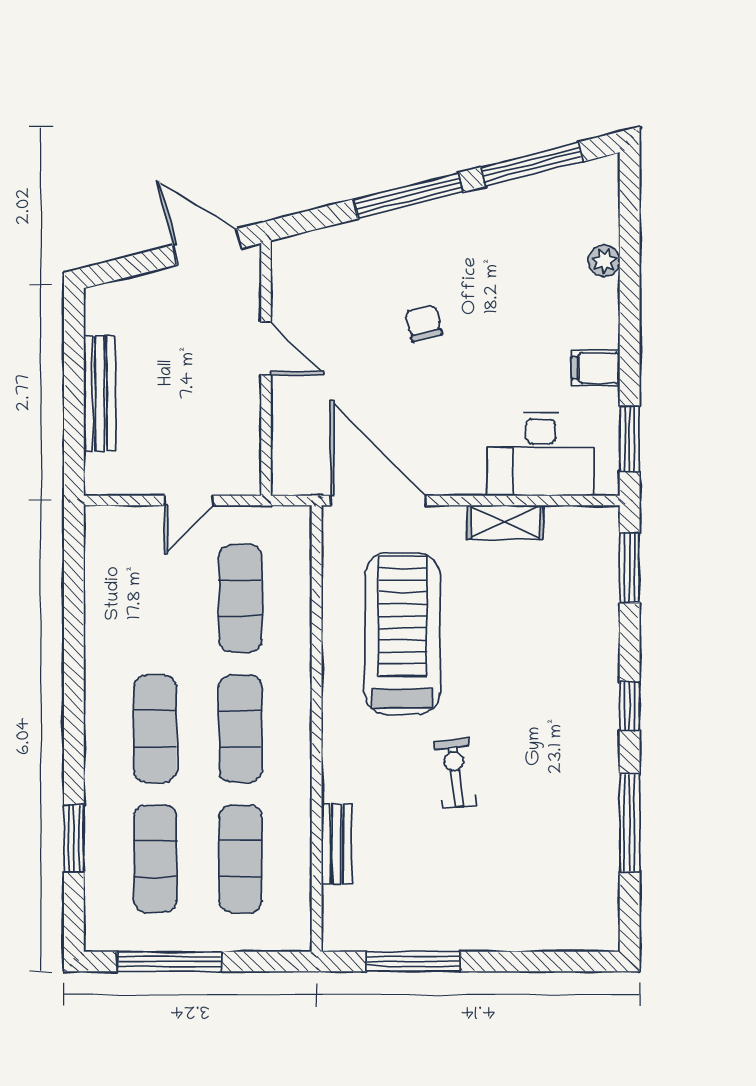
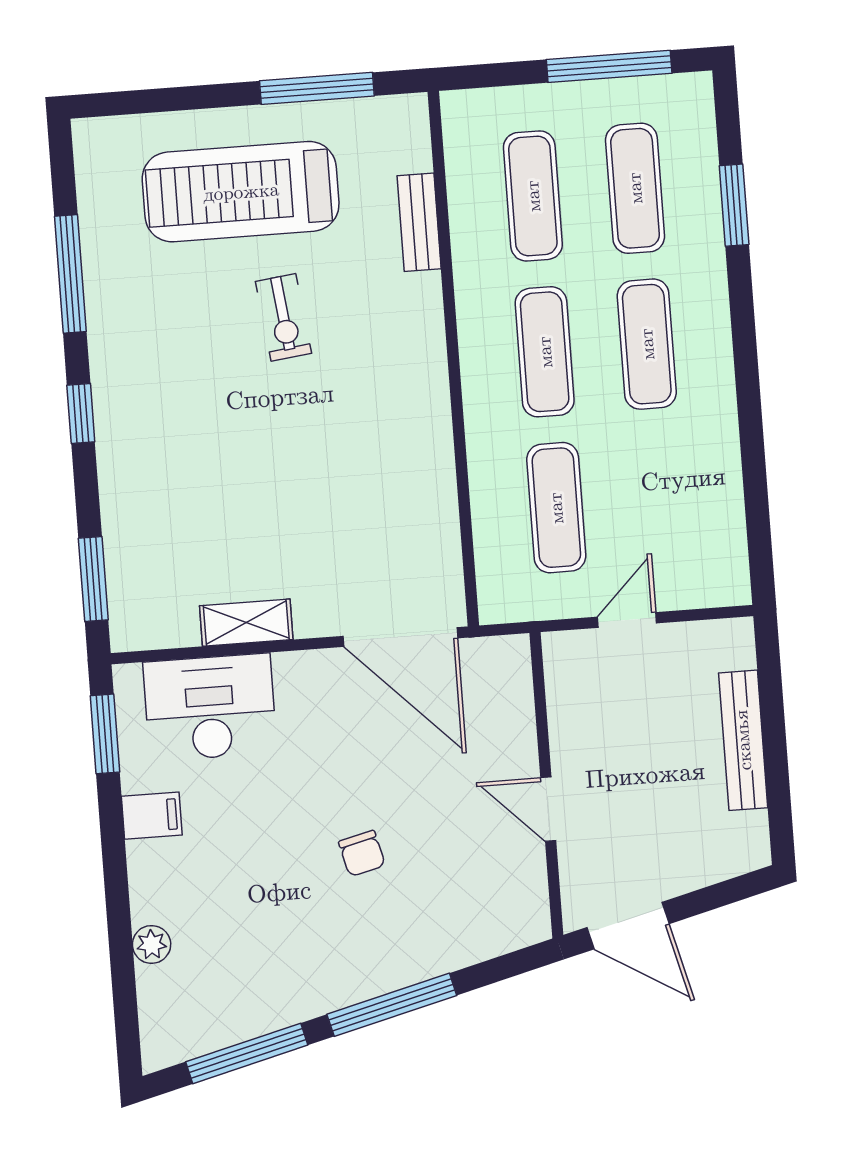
treadmill: (402, 634) -> (241, 192), moved, turned 90

